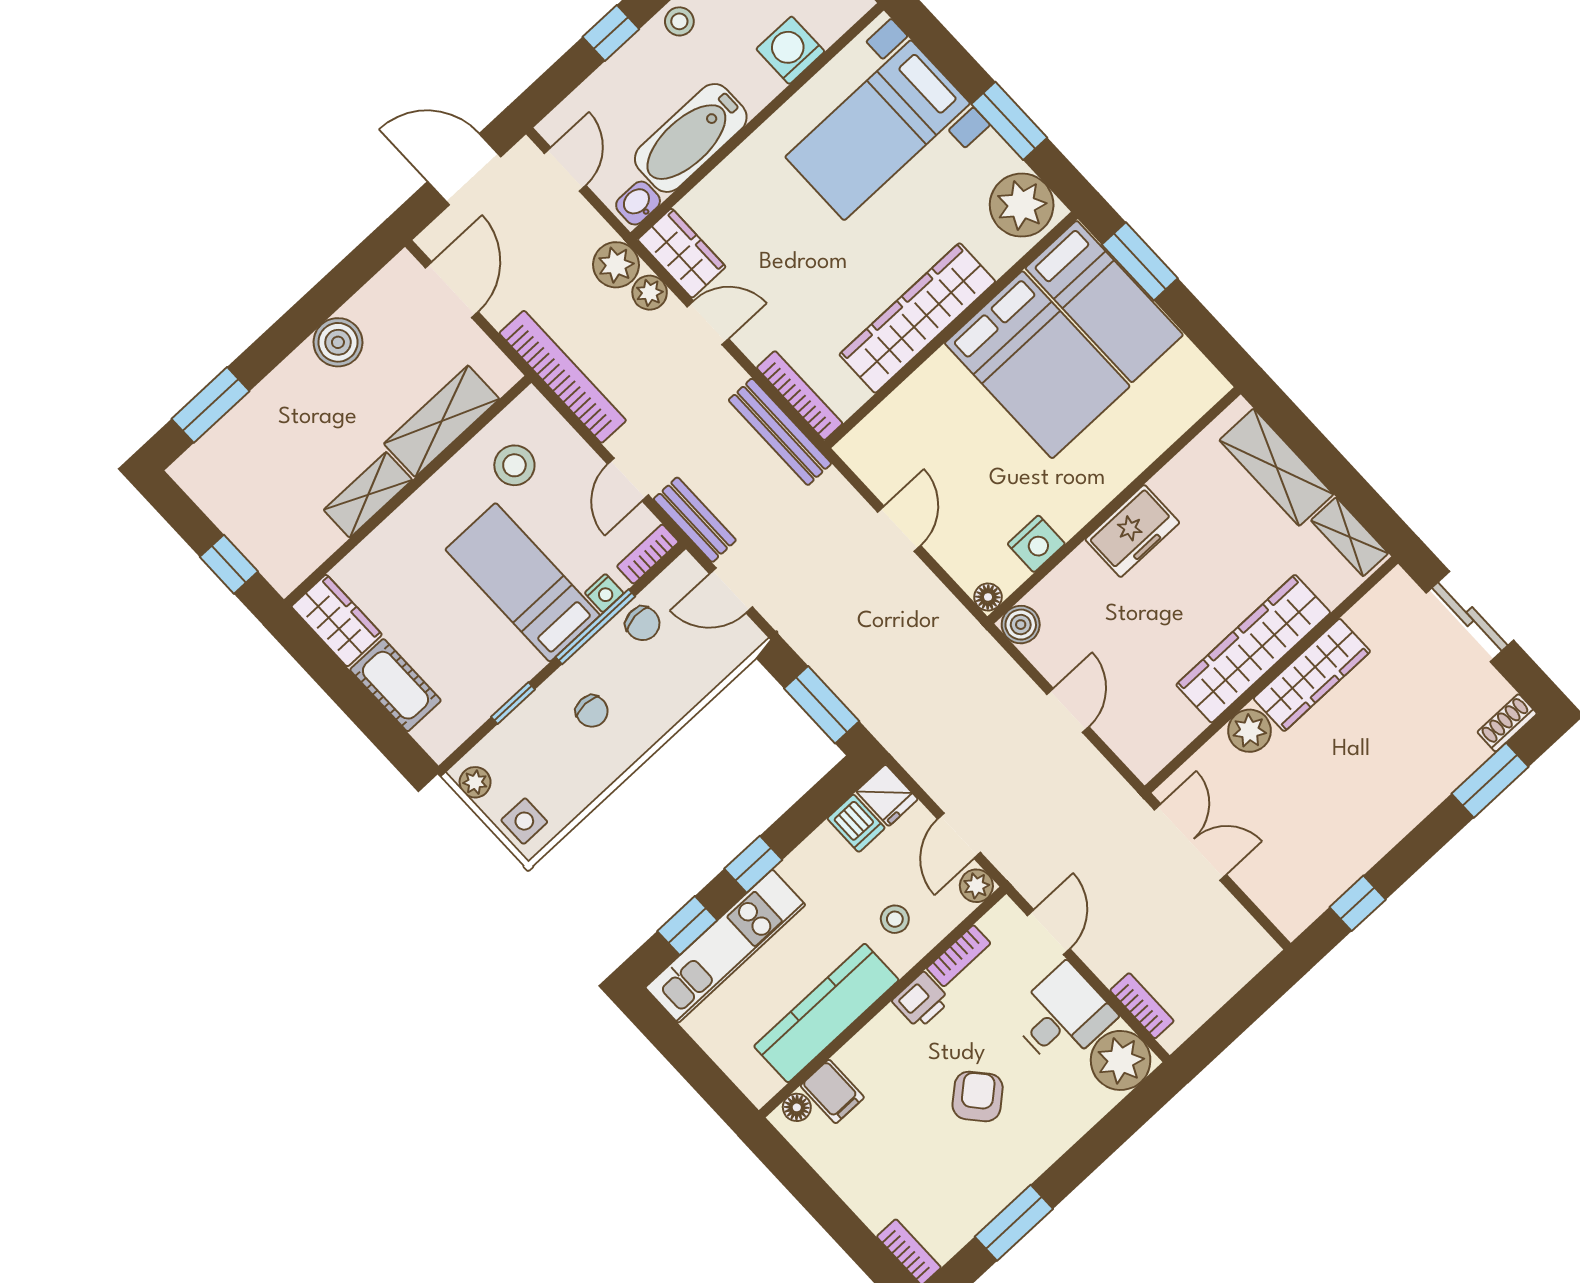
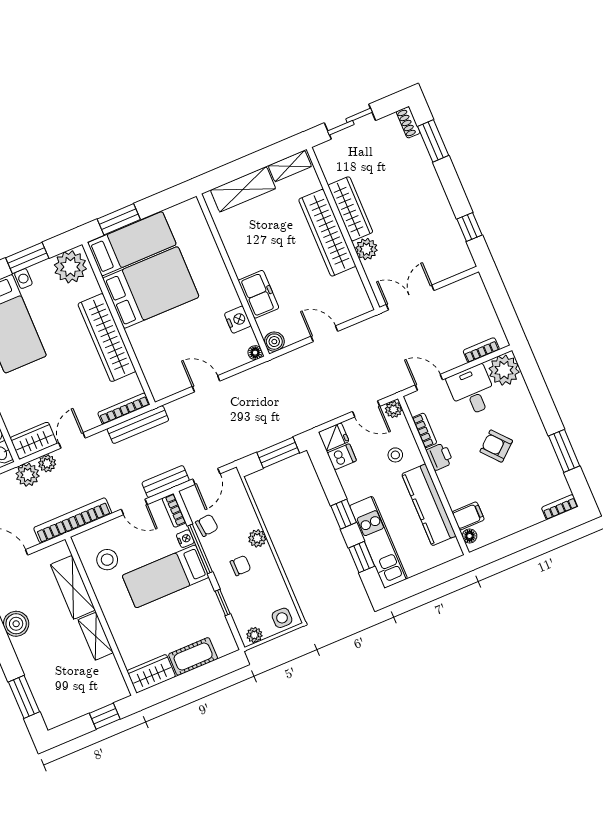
freezer: (1132, 531) -> (259, 294), moved
plant: (652, 724) -> (257, 538), added

